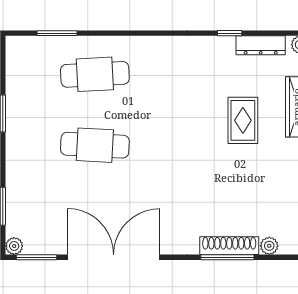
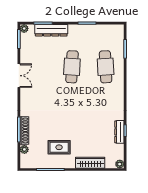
dresser: (261, 45) -> (119, 132), moved
rug: (243, 120) -> (59, 147), moved
dresser: (18, 189) -> (51, 30), added
double door: (114, 257) -> (19, 76), width x0.54

